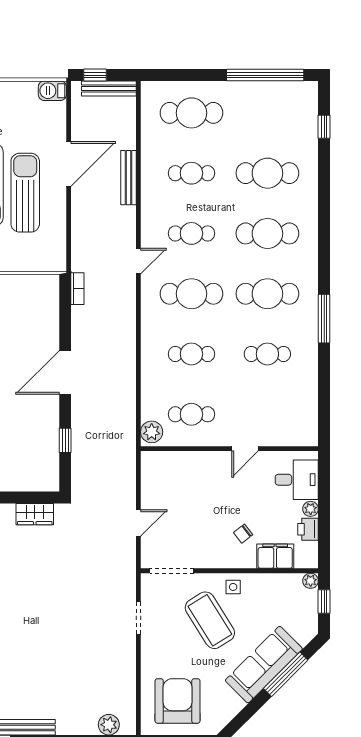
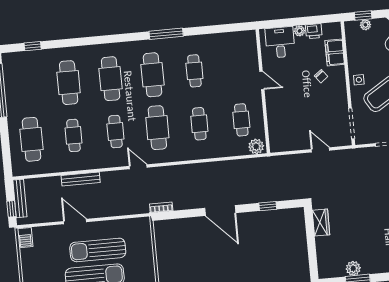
door: (69, 164) -> (75, 222), width x0.73
plant: (311, 581) -> (365, 25), moved

